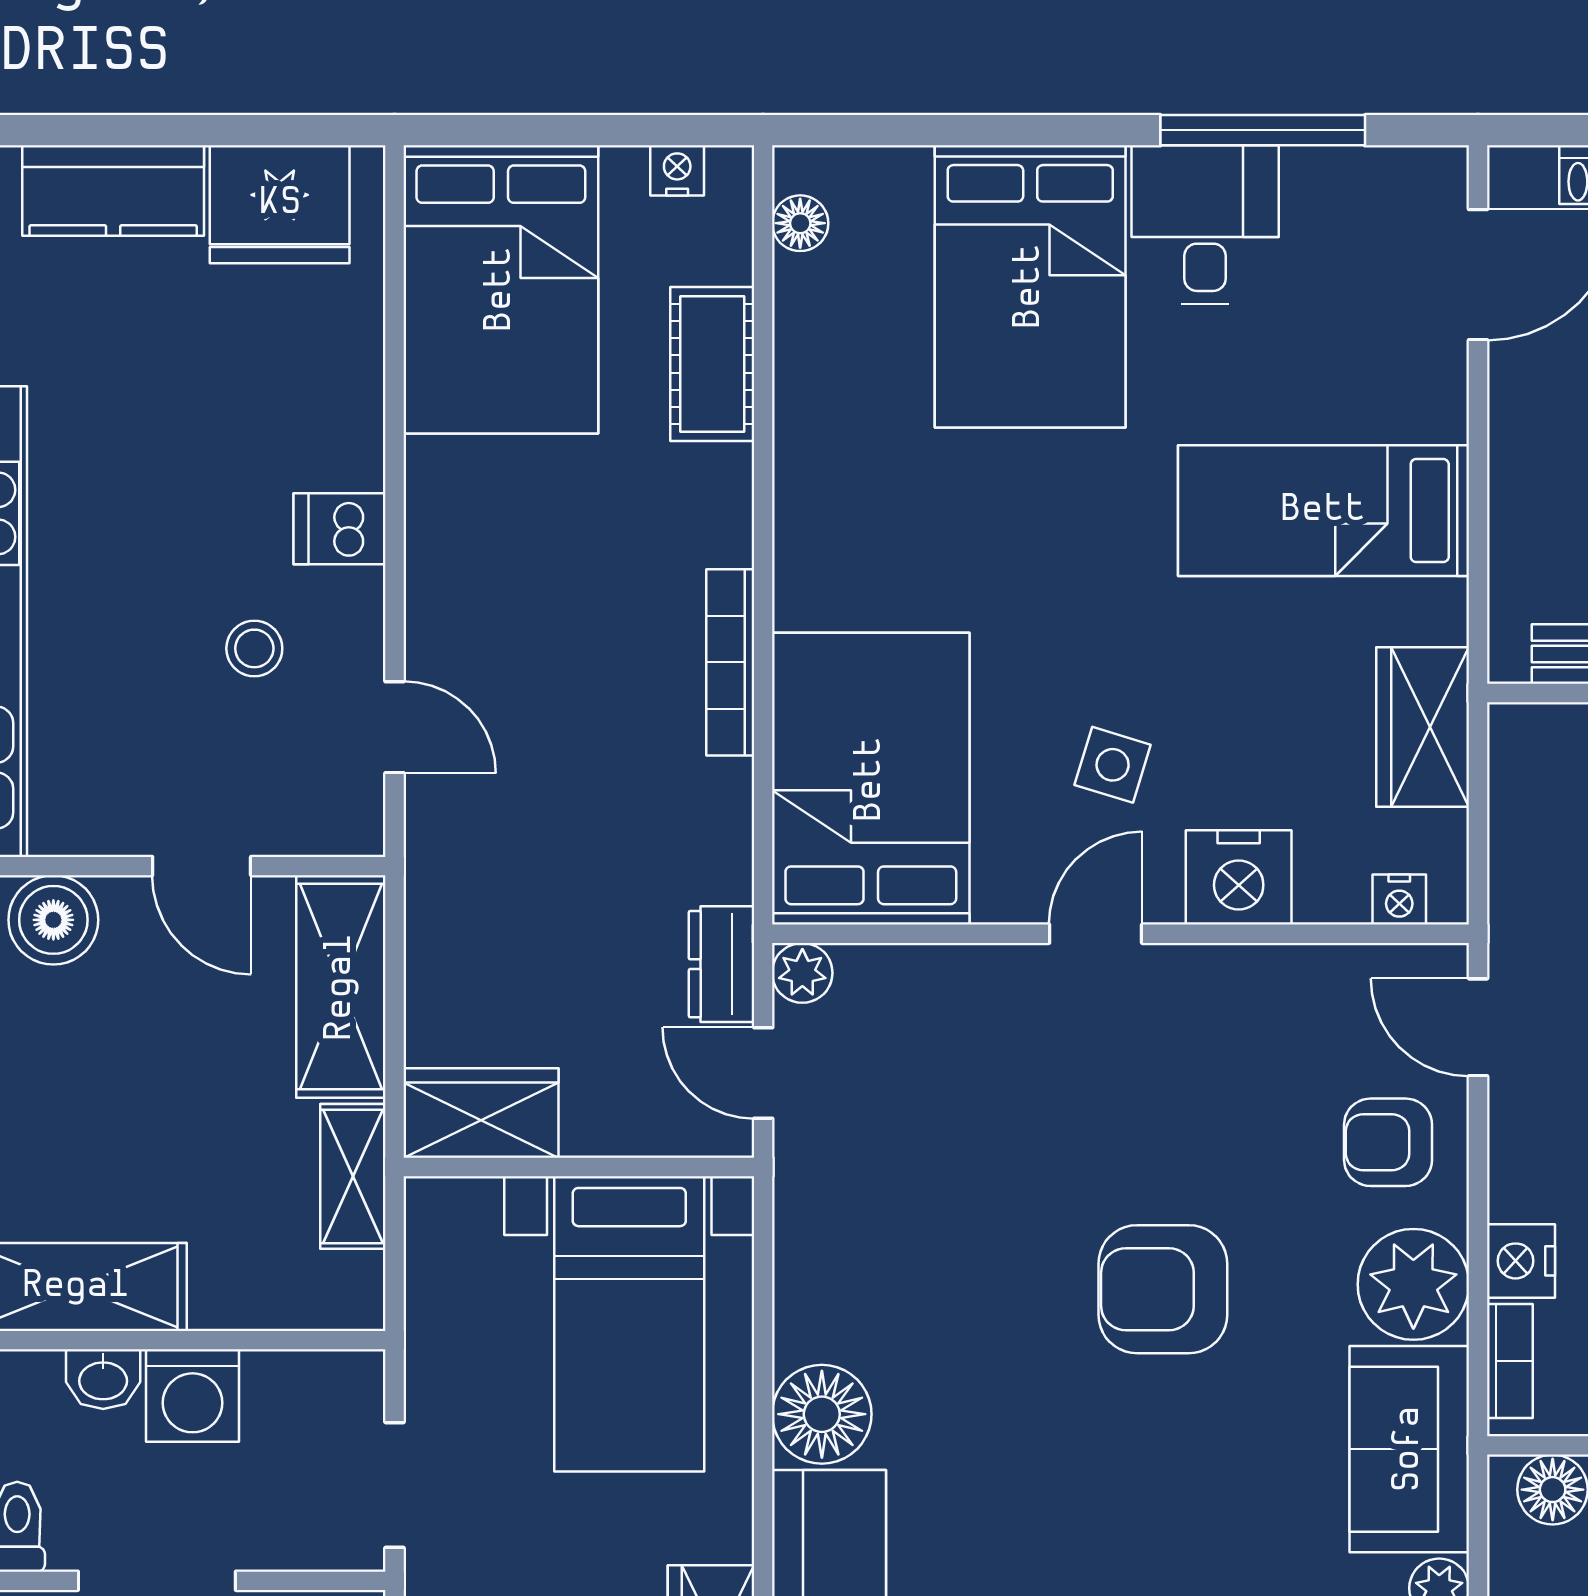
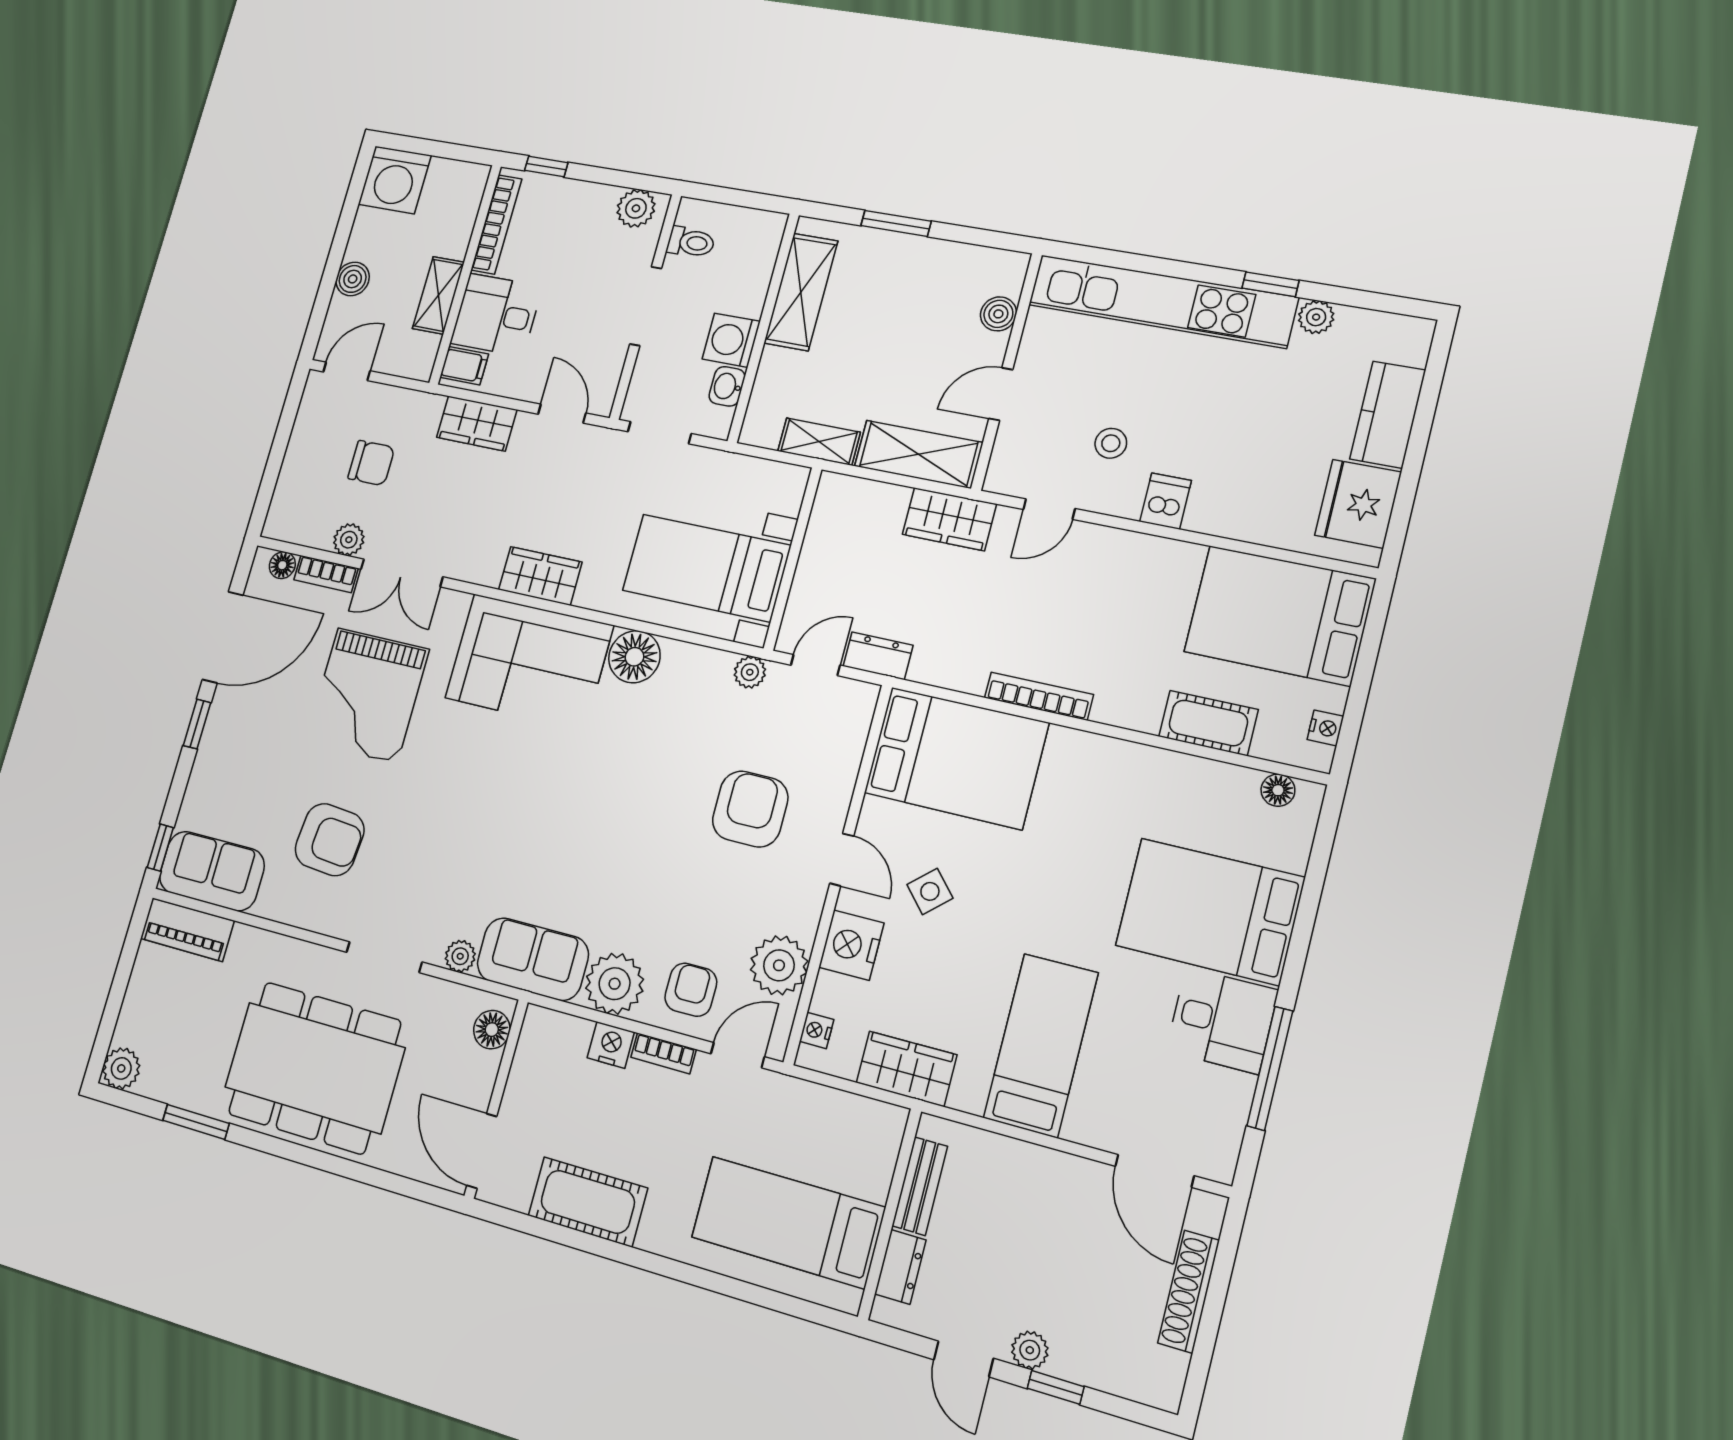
side table: (1113, 765) -> (930, 891), turned 31
boiler: (53, 920) -> (998, 314), width x0.73, depth x0.73
plant: (802, 973) -> (750, 672), moved
plant: (1306, 996) -> (779, 965), added
wardrobe: (481, 1113) -> (949, 519), moved, turned 90
armchair: (1163, 1289) -> (750, 809), moved
bookcase: (1510, 1361) -> (664, 1053), moved
washbasin: (103, 1379) -> (727, 386), moved

